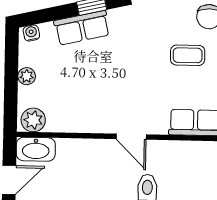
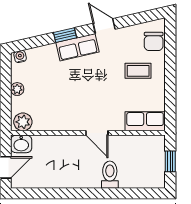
row of seats: (82, 28) -> (78, 47), moved
washbasin: (36, 149) -> (21, 144), width x0.72

